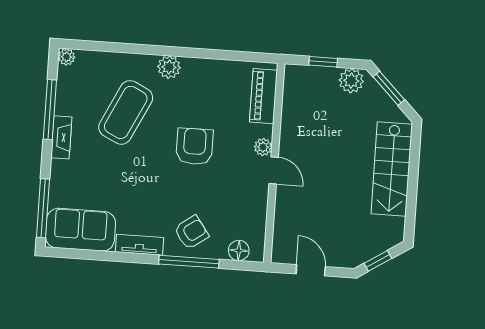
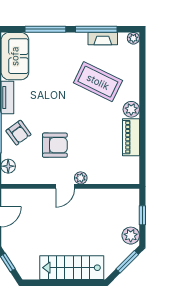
piano: (263, 96) -> (131, 137), moved, turned -90
fireplace: (61, 137) -> (103, 39), moved
armchair: (195, 146) -> (55, 145), moved
window: (43, 208) -> (45, 29), moved

